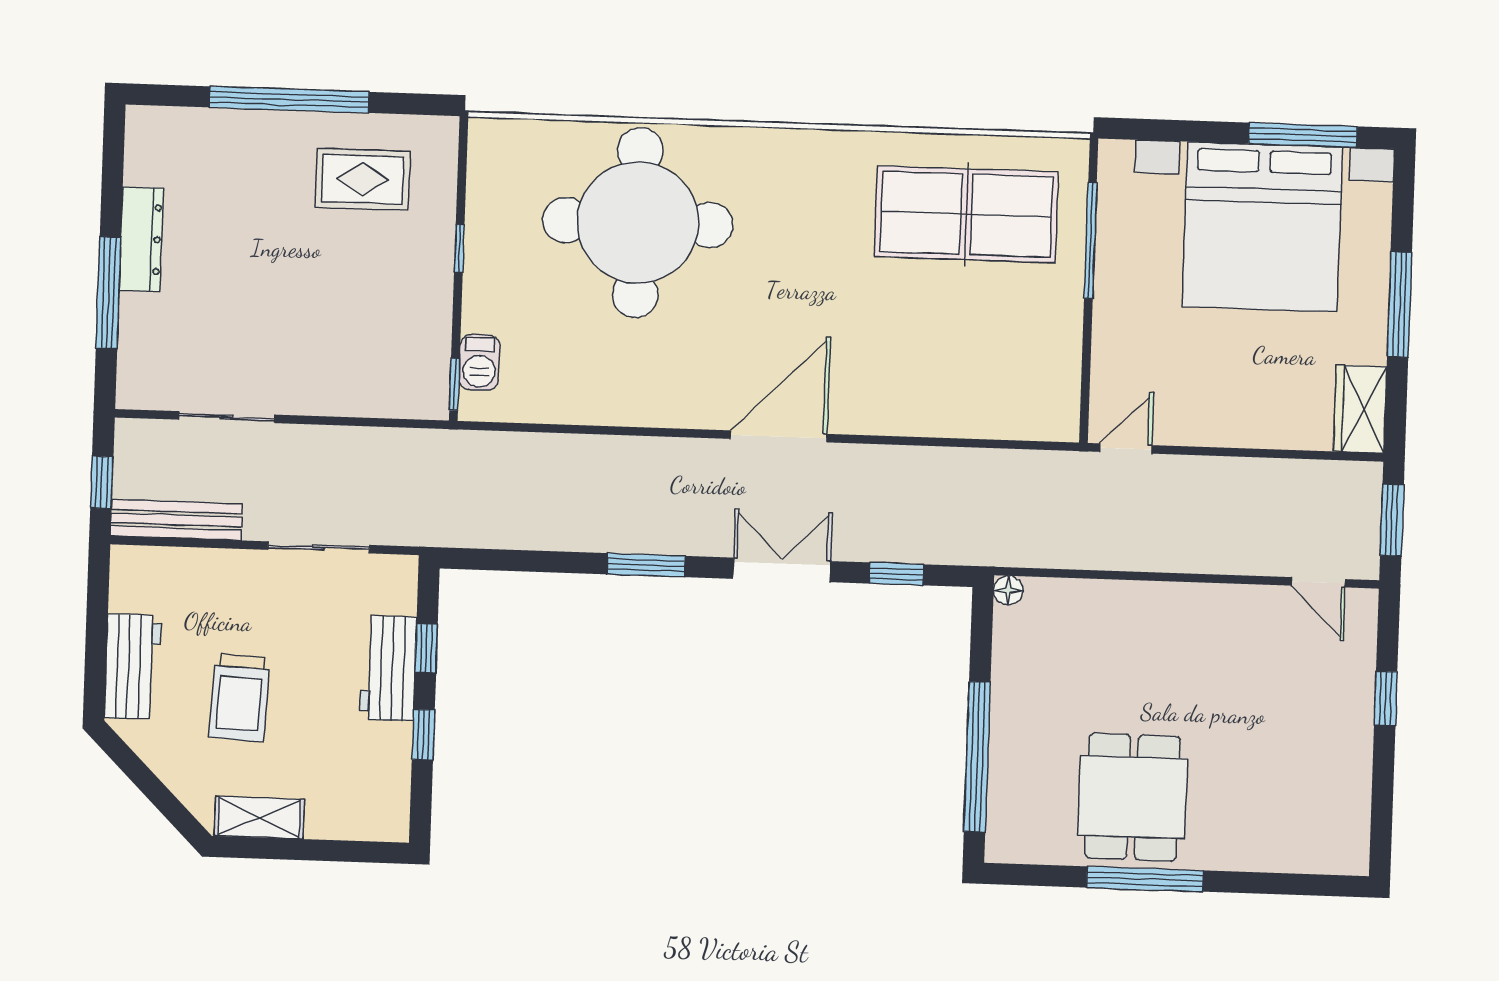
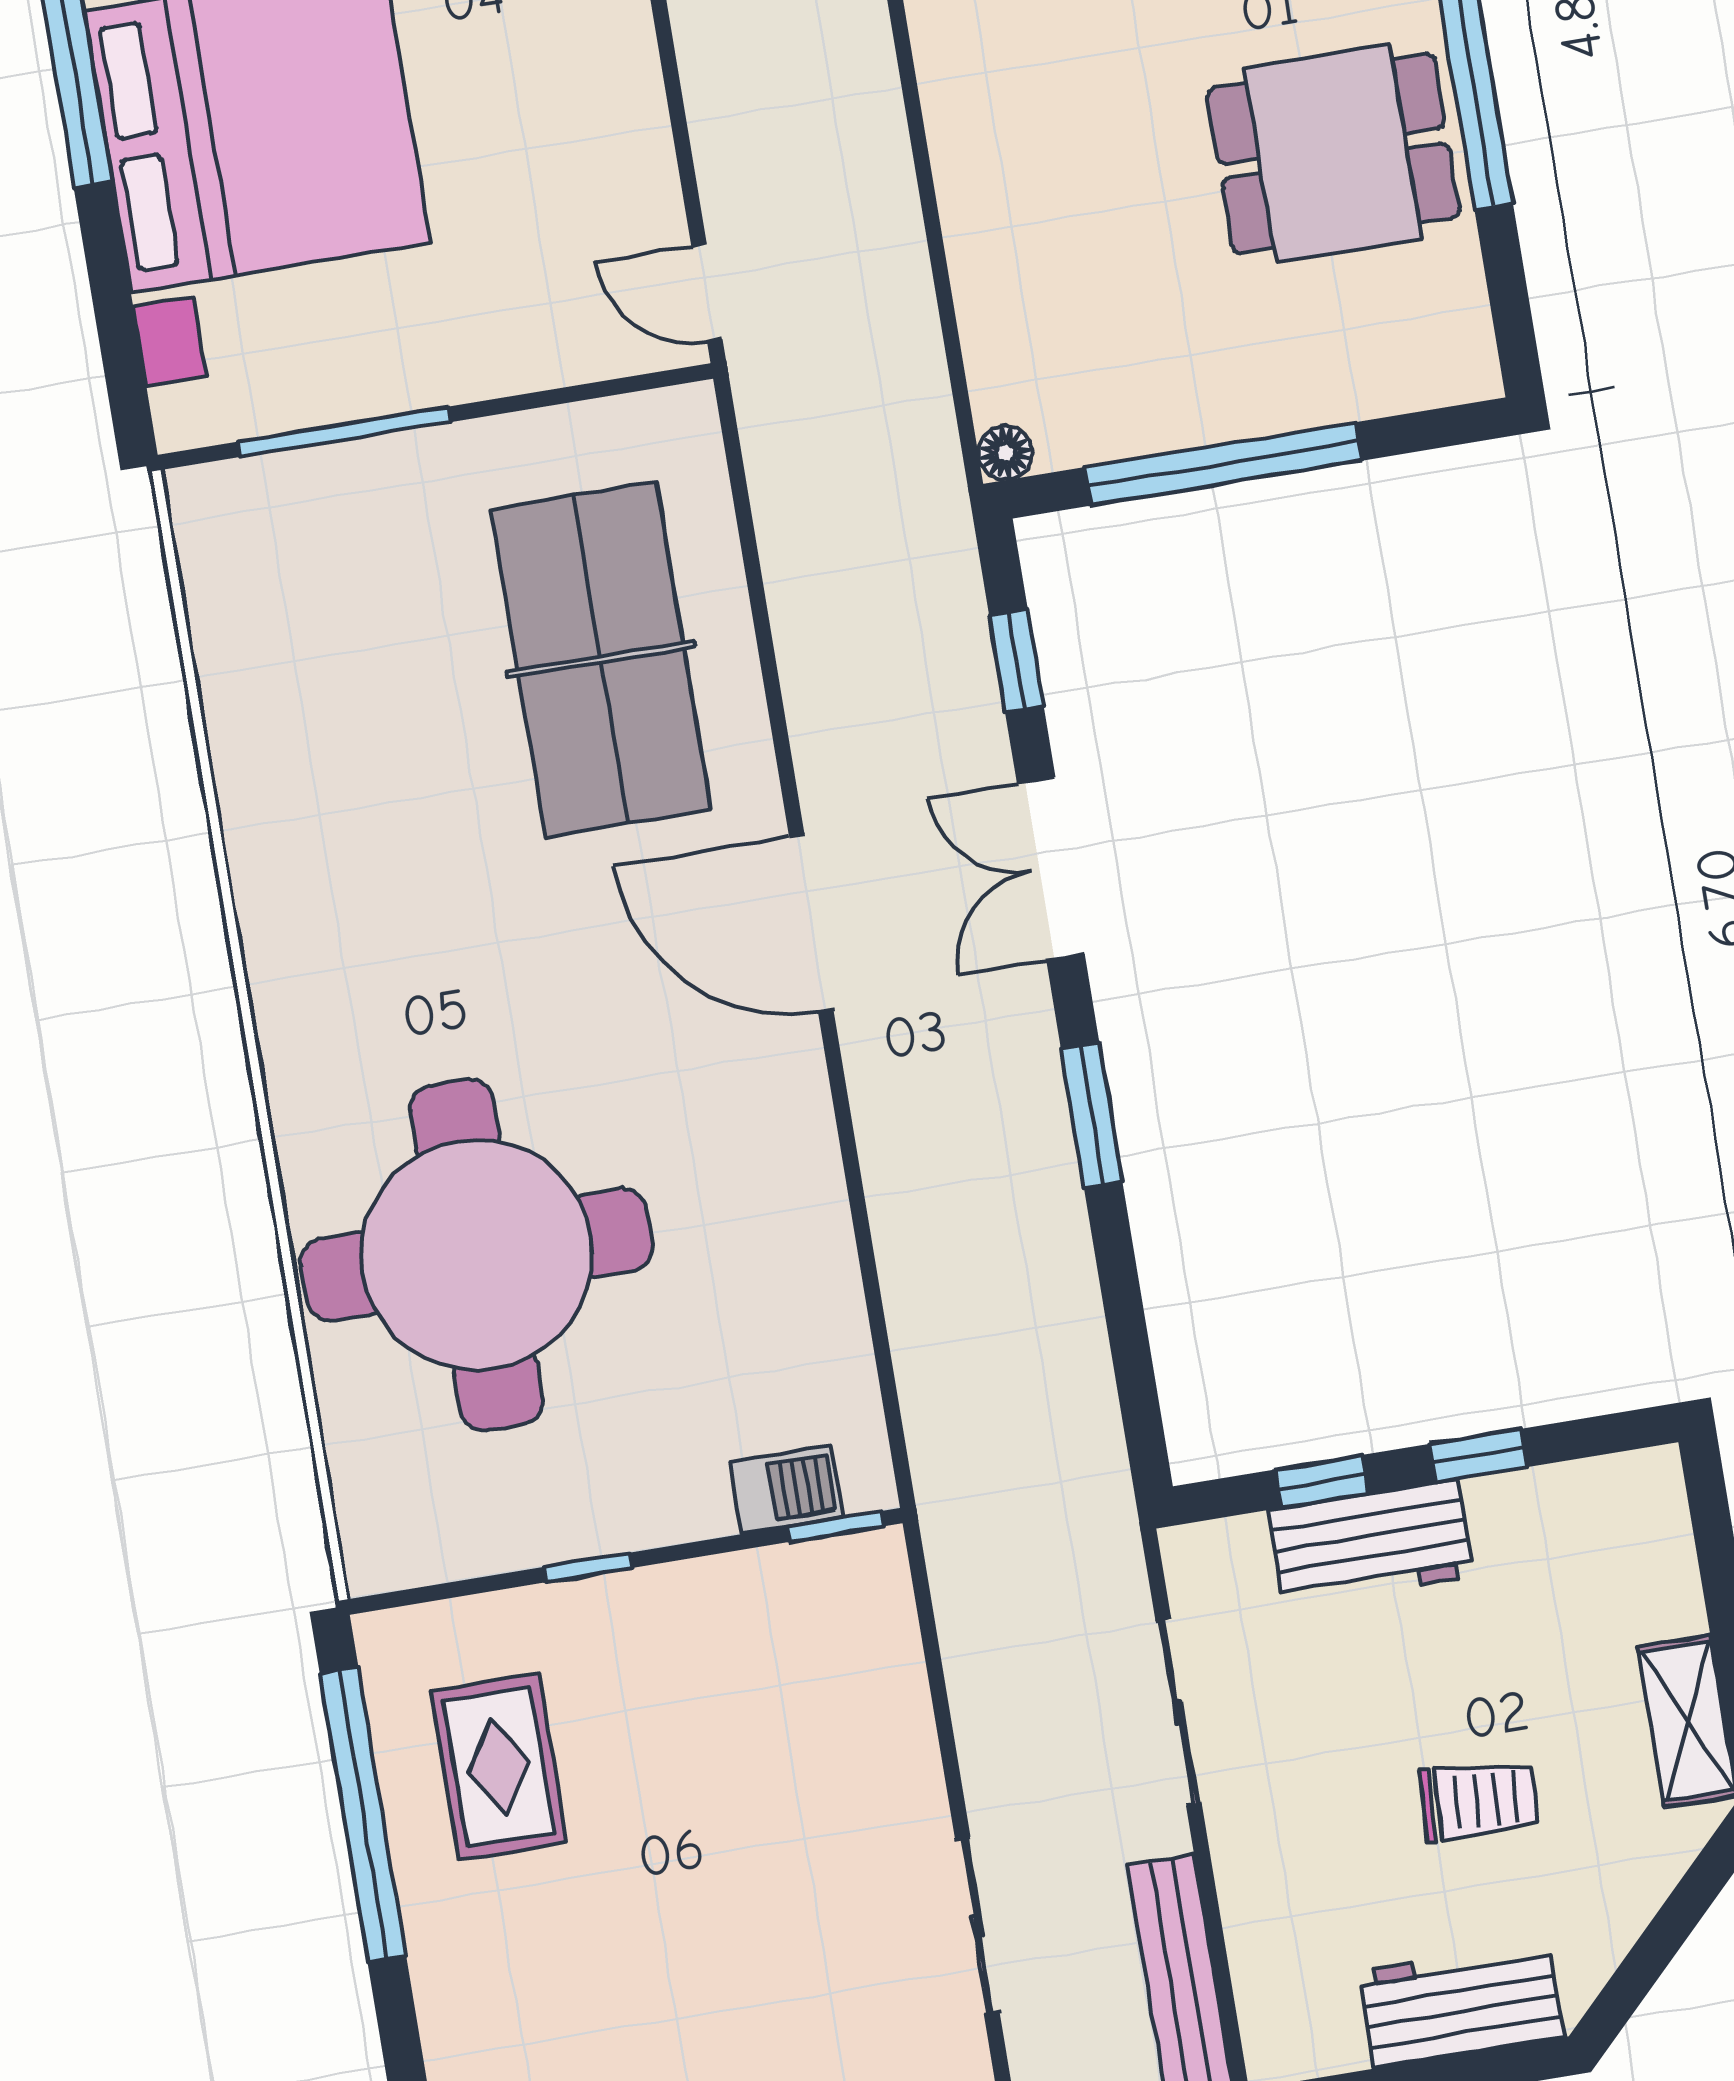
window: (289, 100) -> (363, 1815), moved
table tennis table: (966, 214) -> (601, 660), moved
trolley: (239, 698) -> (1478, 1800), width x0.73, depth x0.72
window: (977, 757) -> (1223, 464), moved

